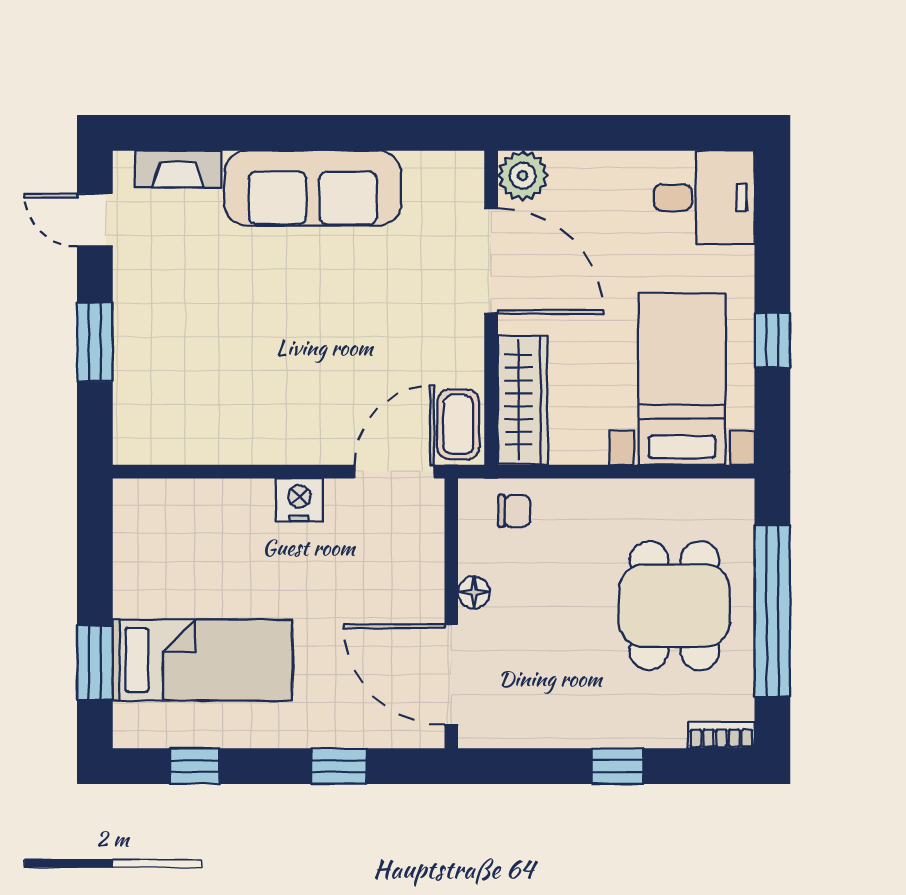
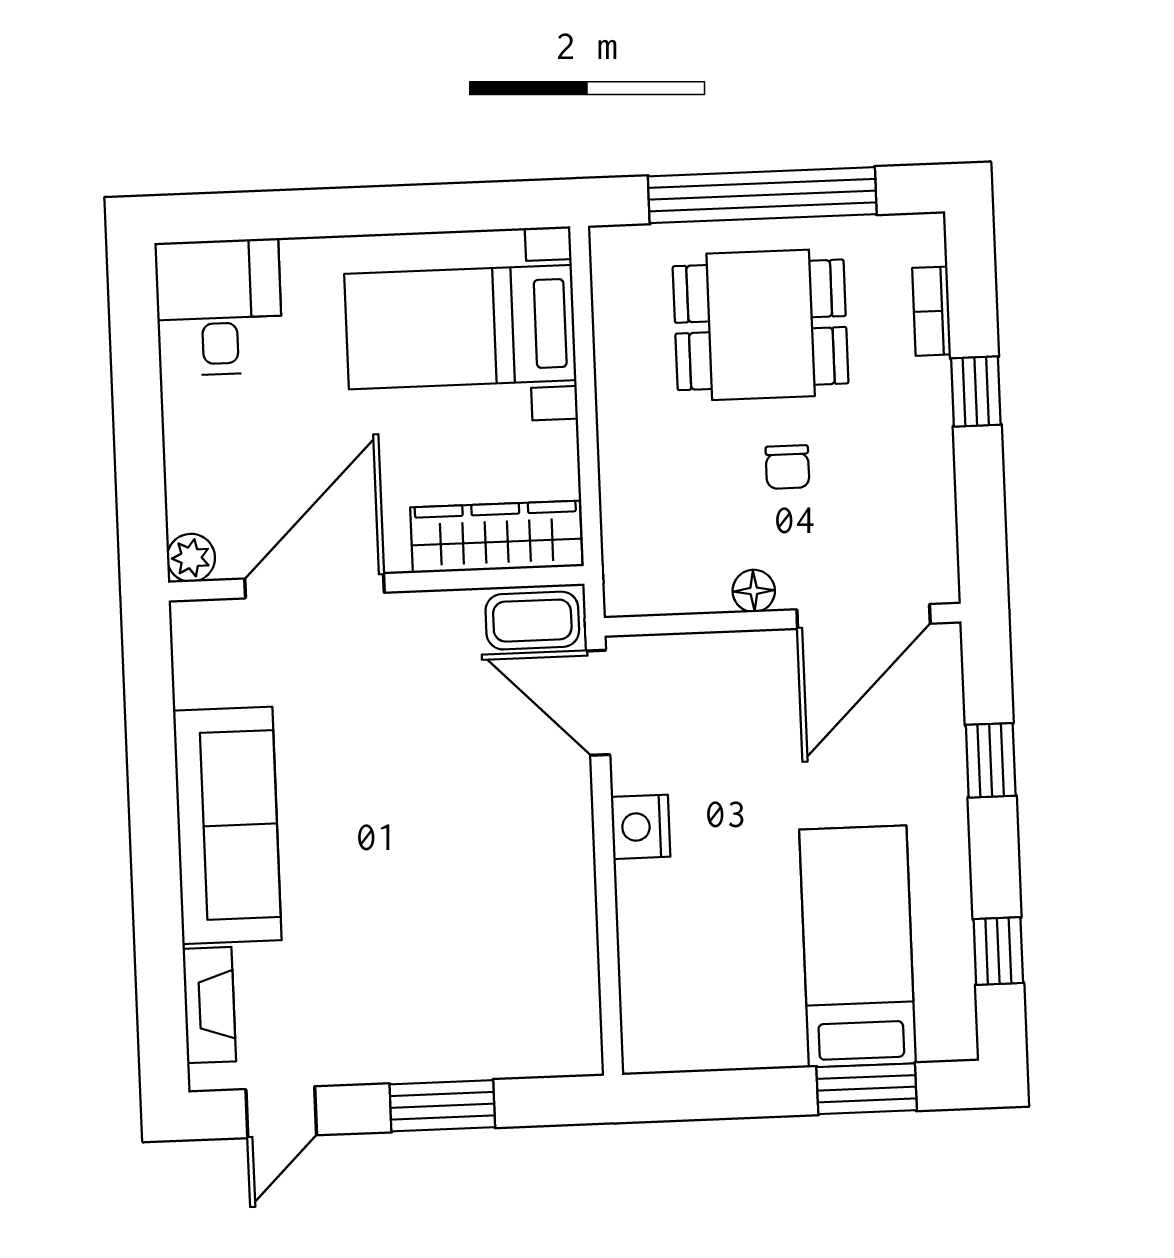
plant: (523, 176) -> (191, 558), width x0.73, depth x0.73
window: (772, 340) -> (404, 210), removed
chair: (514, 511) -> (787, 467), moved, turned 180
bookcase: (721, 735) -> (932, 311), moved

